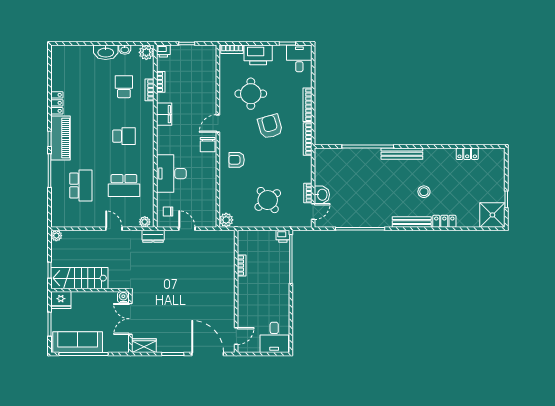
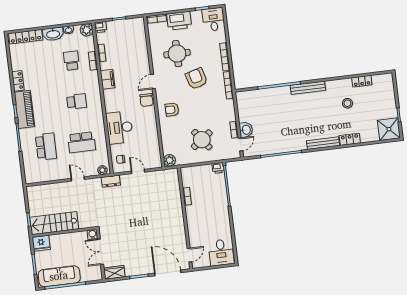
locker: (73, 51) -> (26, 37), added
stool: (424, 192) -> (347, 103), moved
plant: (56, 236) -> (31, 190), removed

